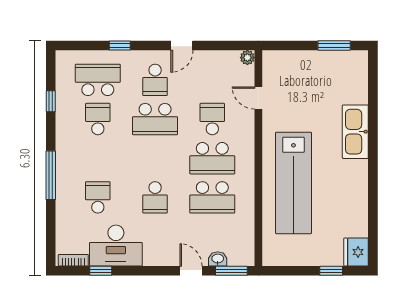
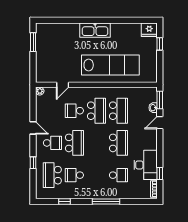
kitchen sink: (355, 132) -> (95, 30), moved
school desk: (98, 197) -> (118, 175), turned 180
school desk: (155, 197) -> (118, 143), width x1.85

